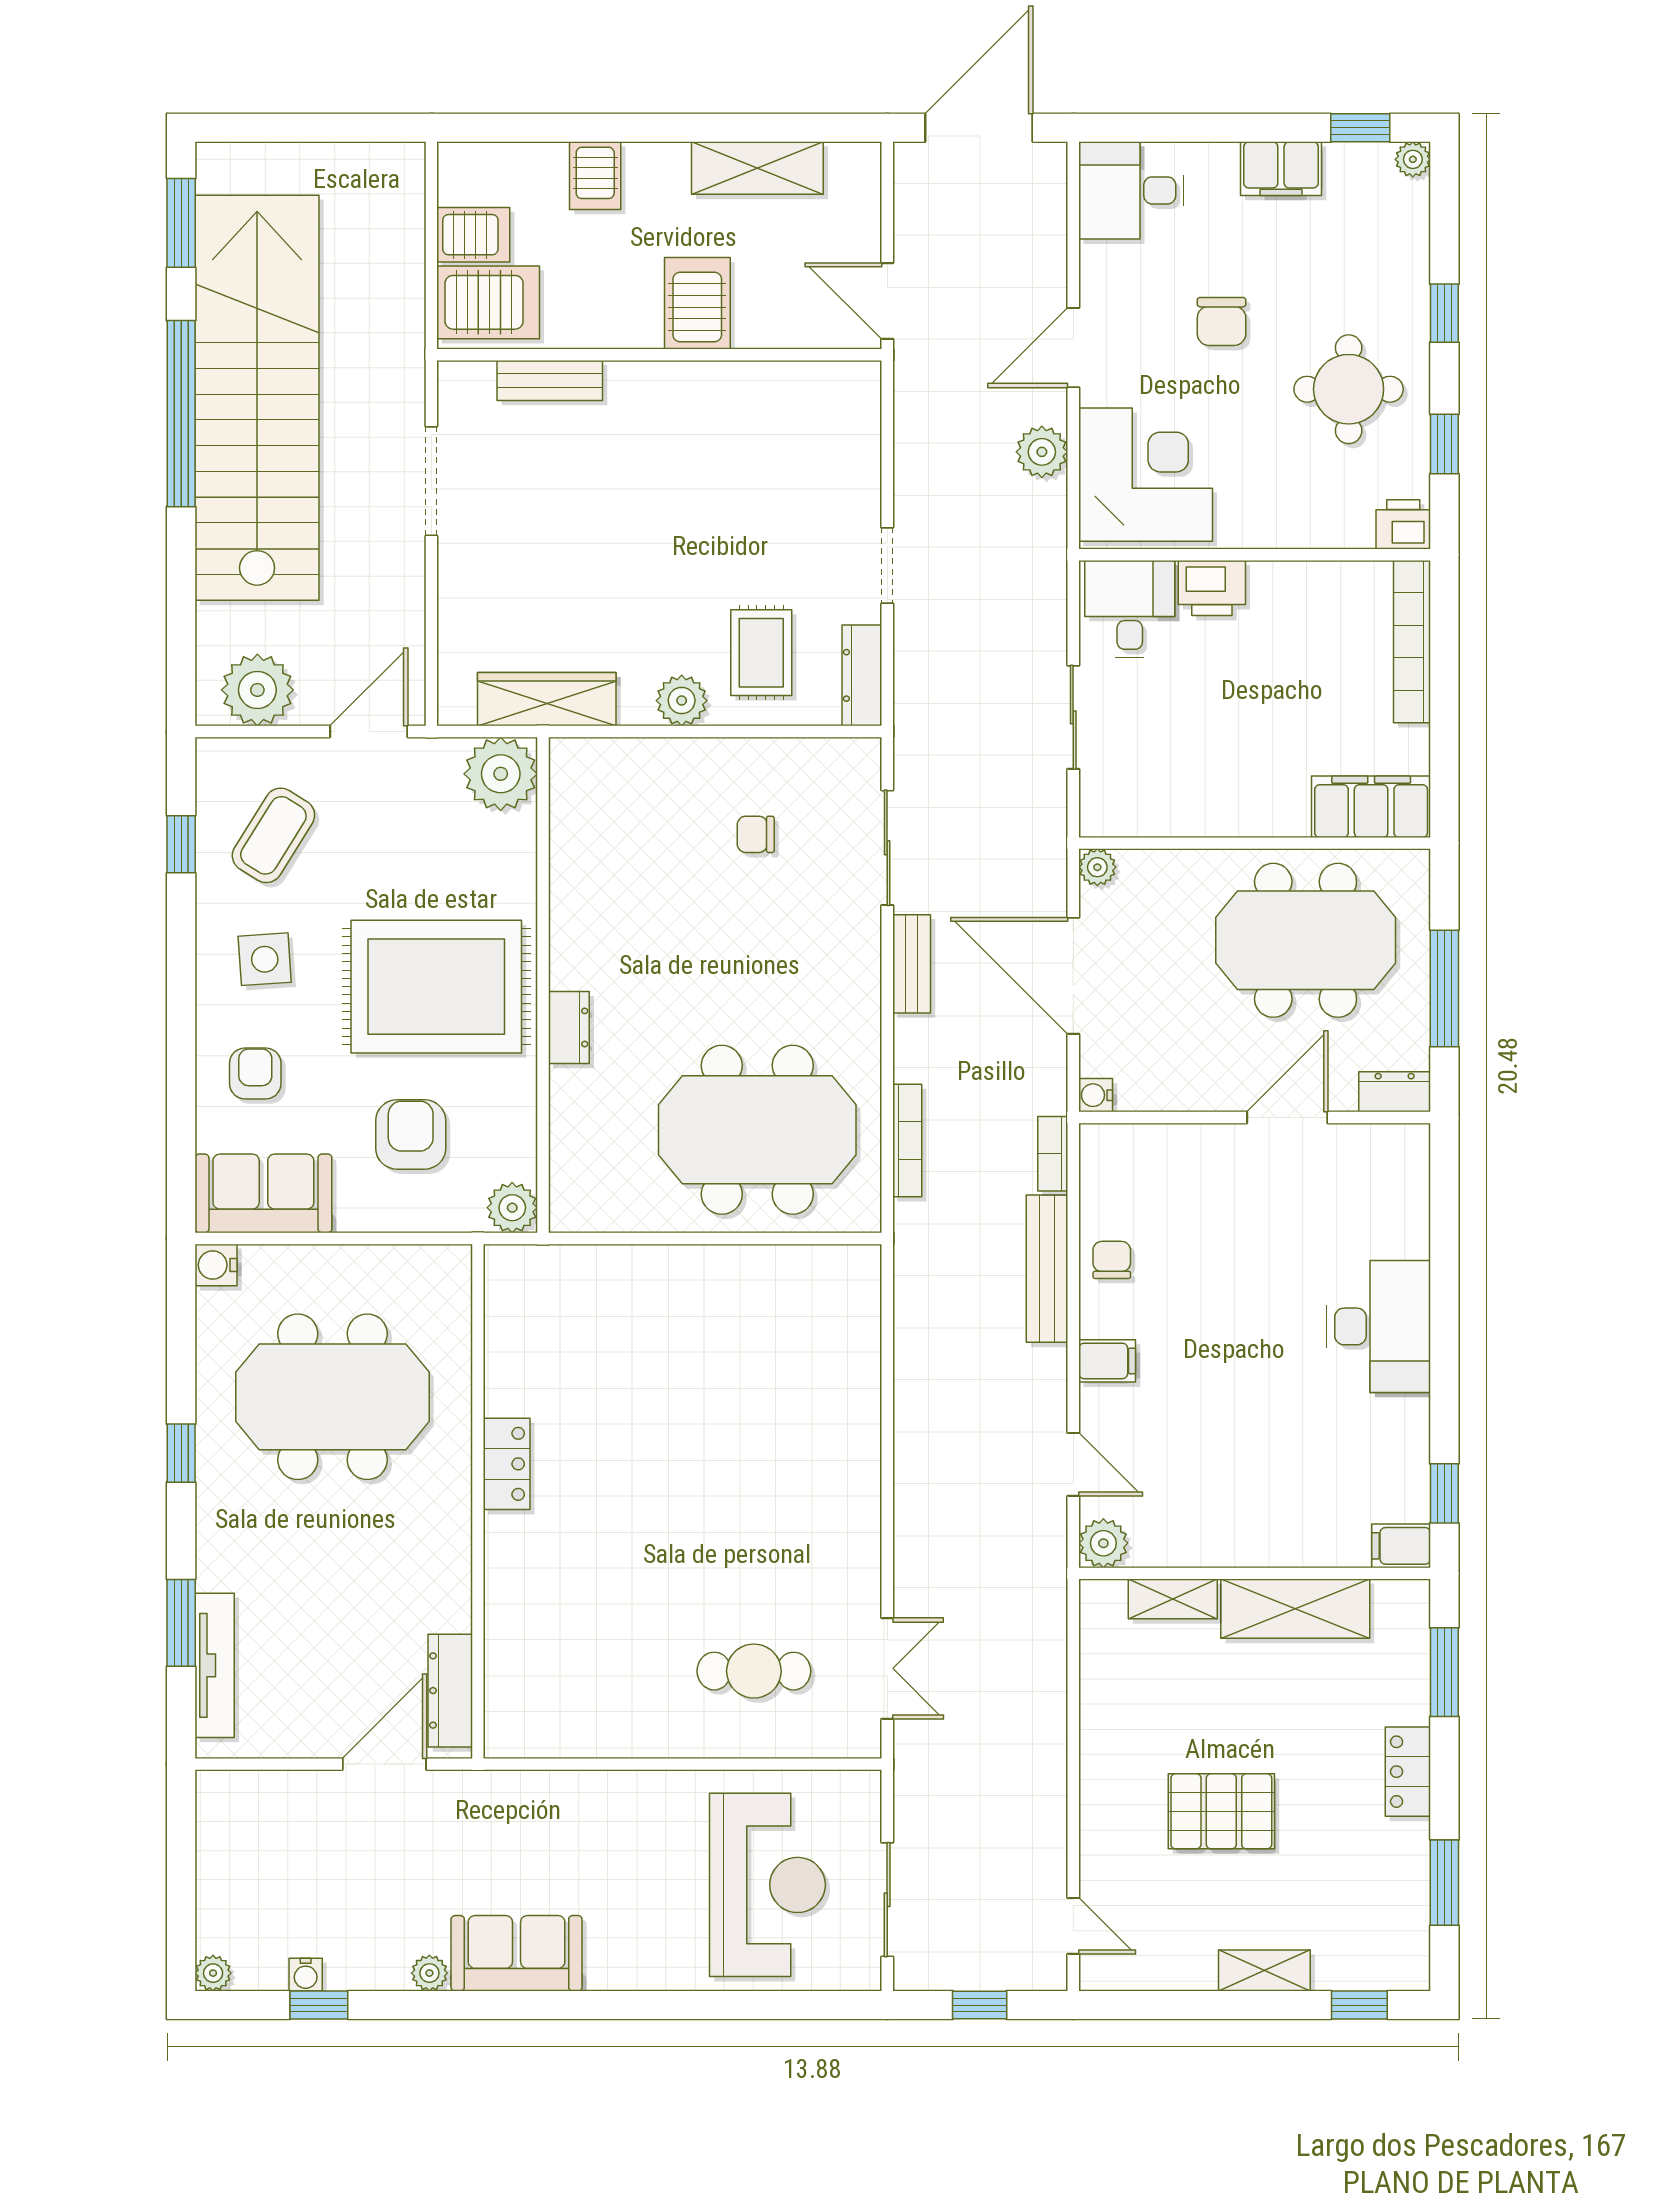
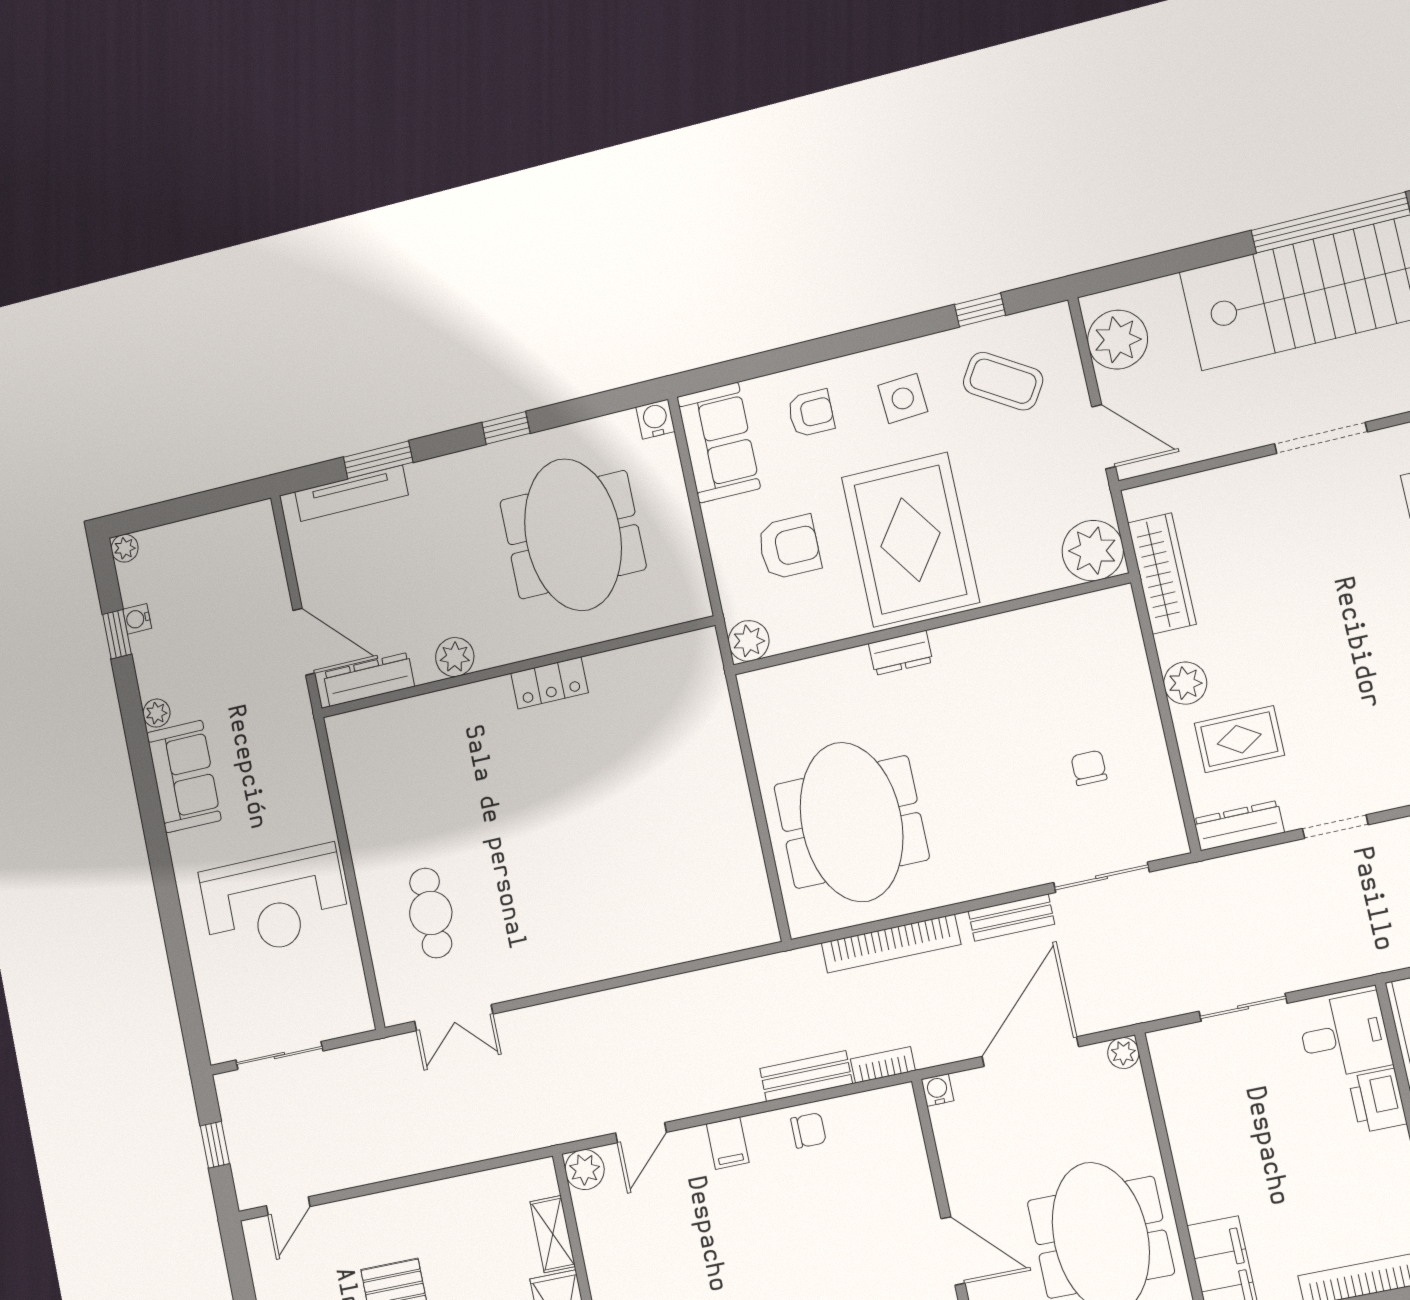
bookcase: (907, 1141) -> (891, 944), width x1.48, depth x1.31
bench: (1047, 1269) -> (806, 1076), width x0.73
plant: (448, 1576) -> (455, 657), added
reception desk: (767, 1885) -> (275, 902), moved

